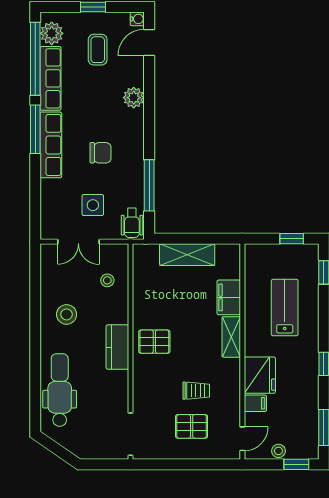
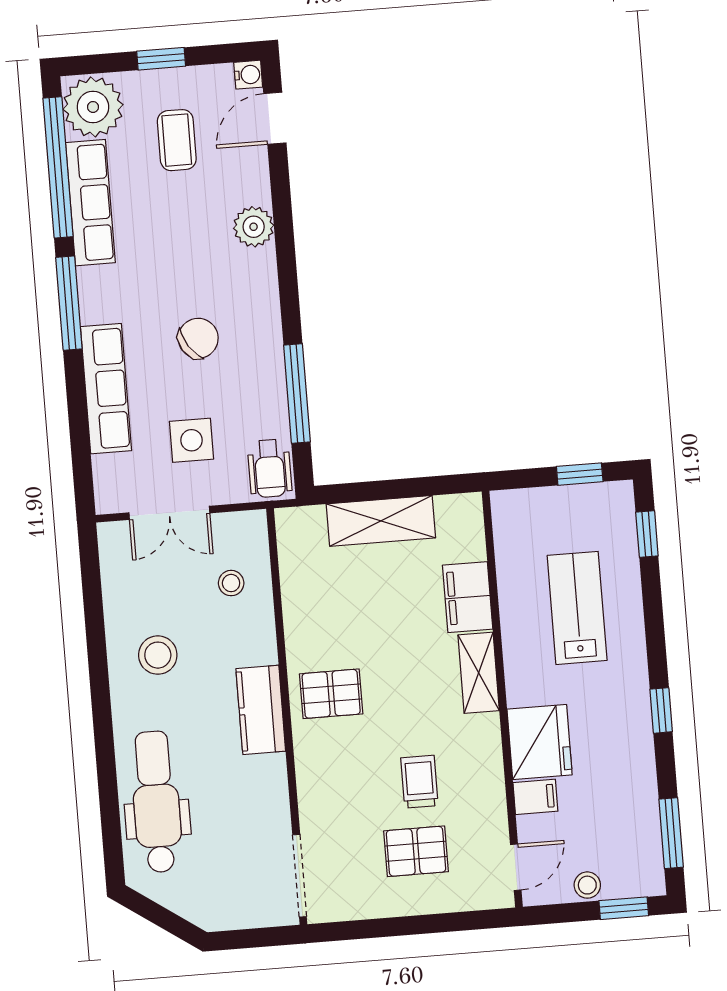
plant: (52, 33) -> (93, 107), width x1.36, depth x1.36
row of seats: (51, 145) -> (106, 389), moved
chair: (101, 153) -> (198, 338), turned -33
trolley: (196, 391) -> (419, 782), turned -90

